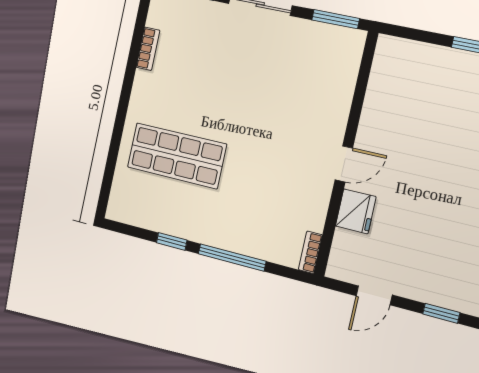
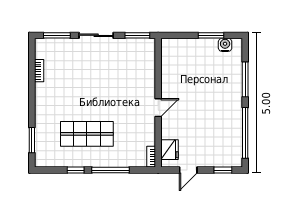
shop shelf: (177, 156) -> (87, 134), moved
window: (110, 170) -> (32, 140), added
fridge: (356, 211) -> (170, 150), moved

